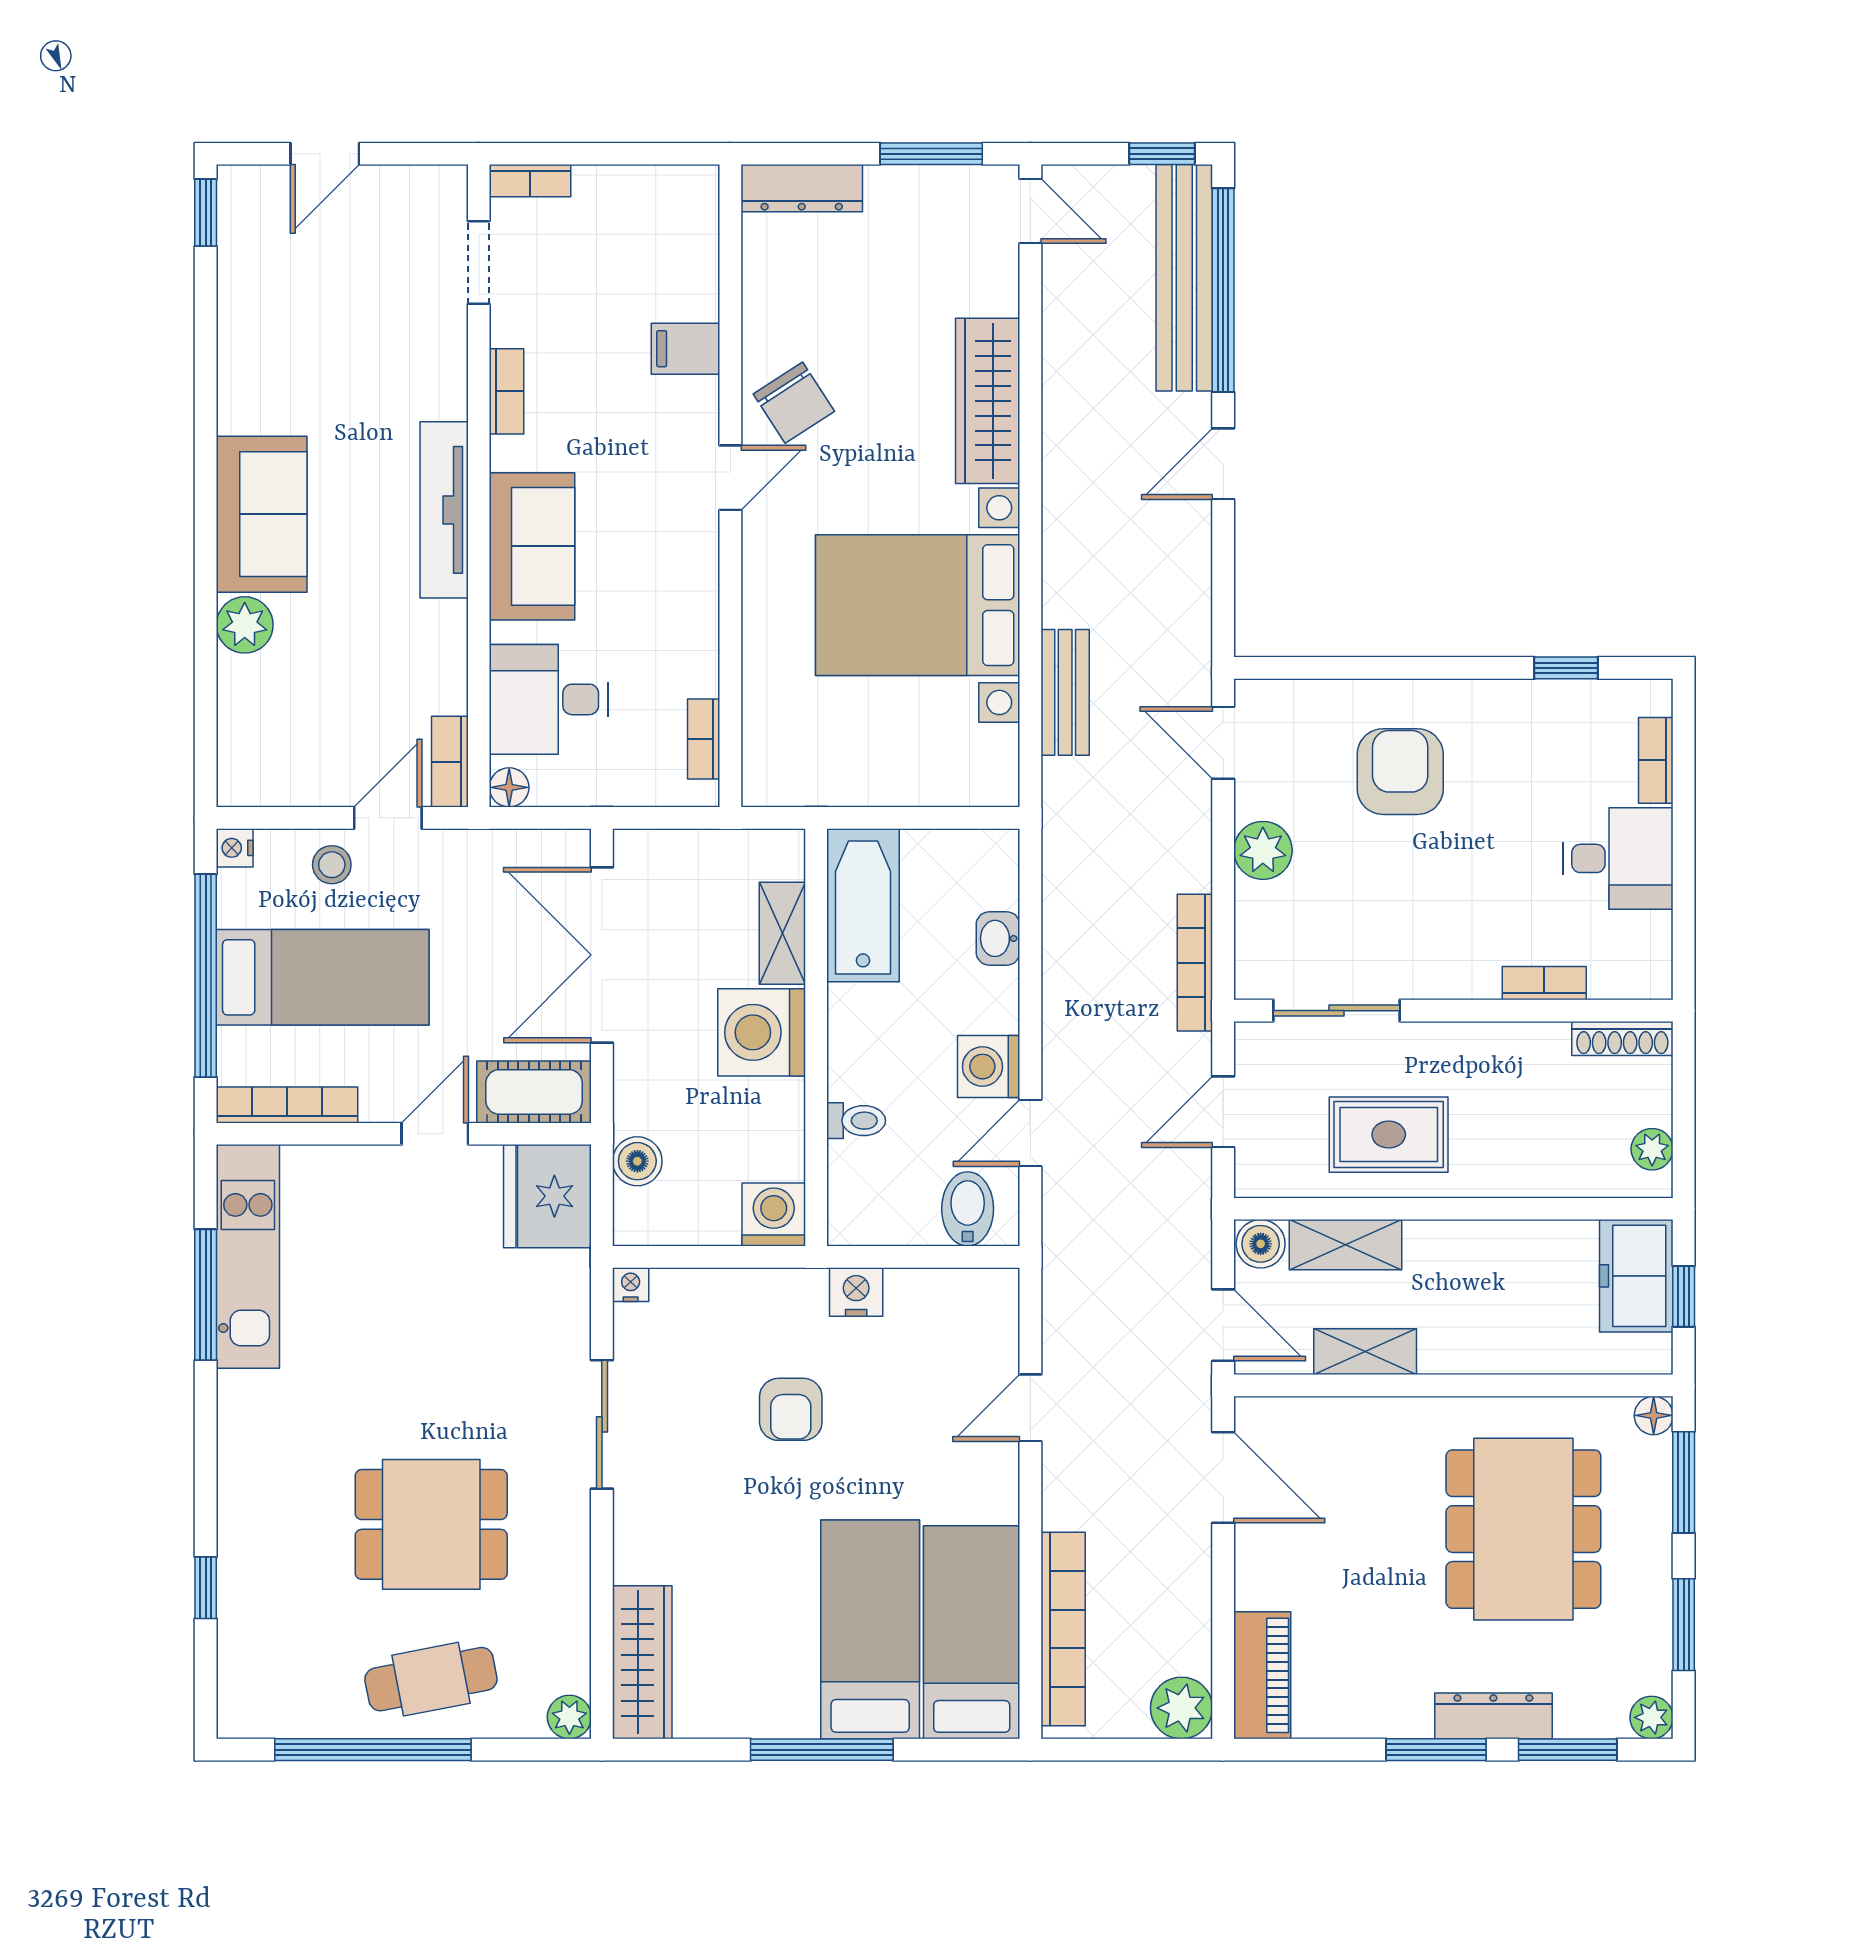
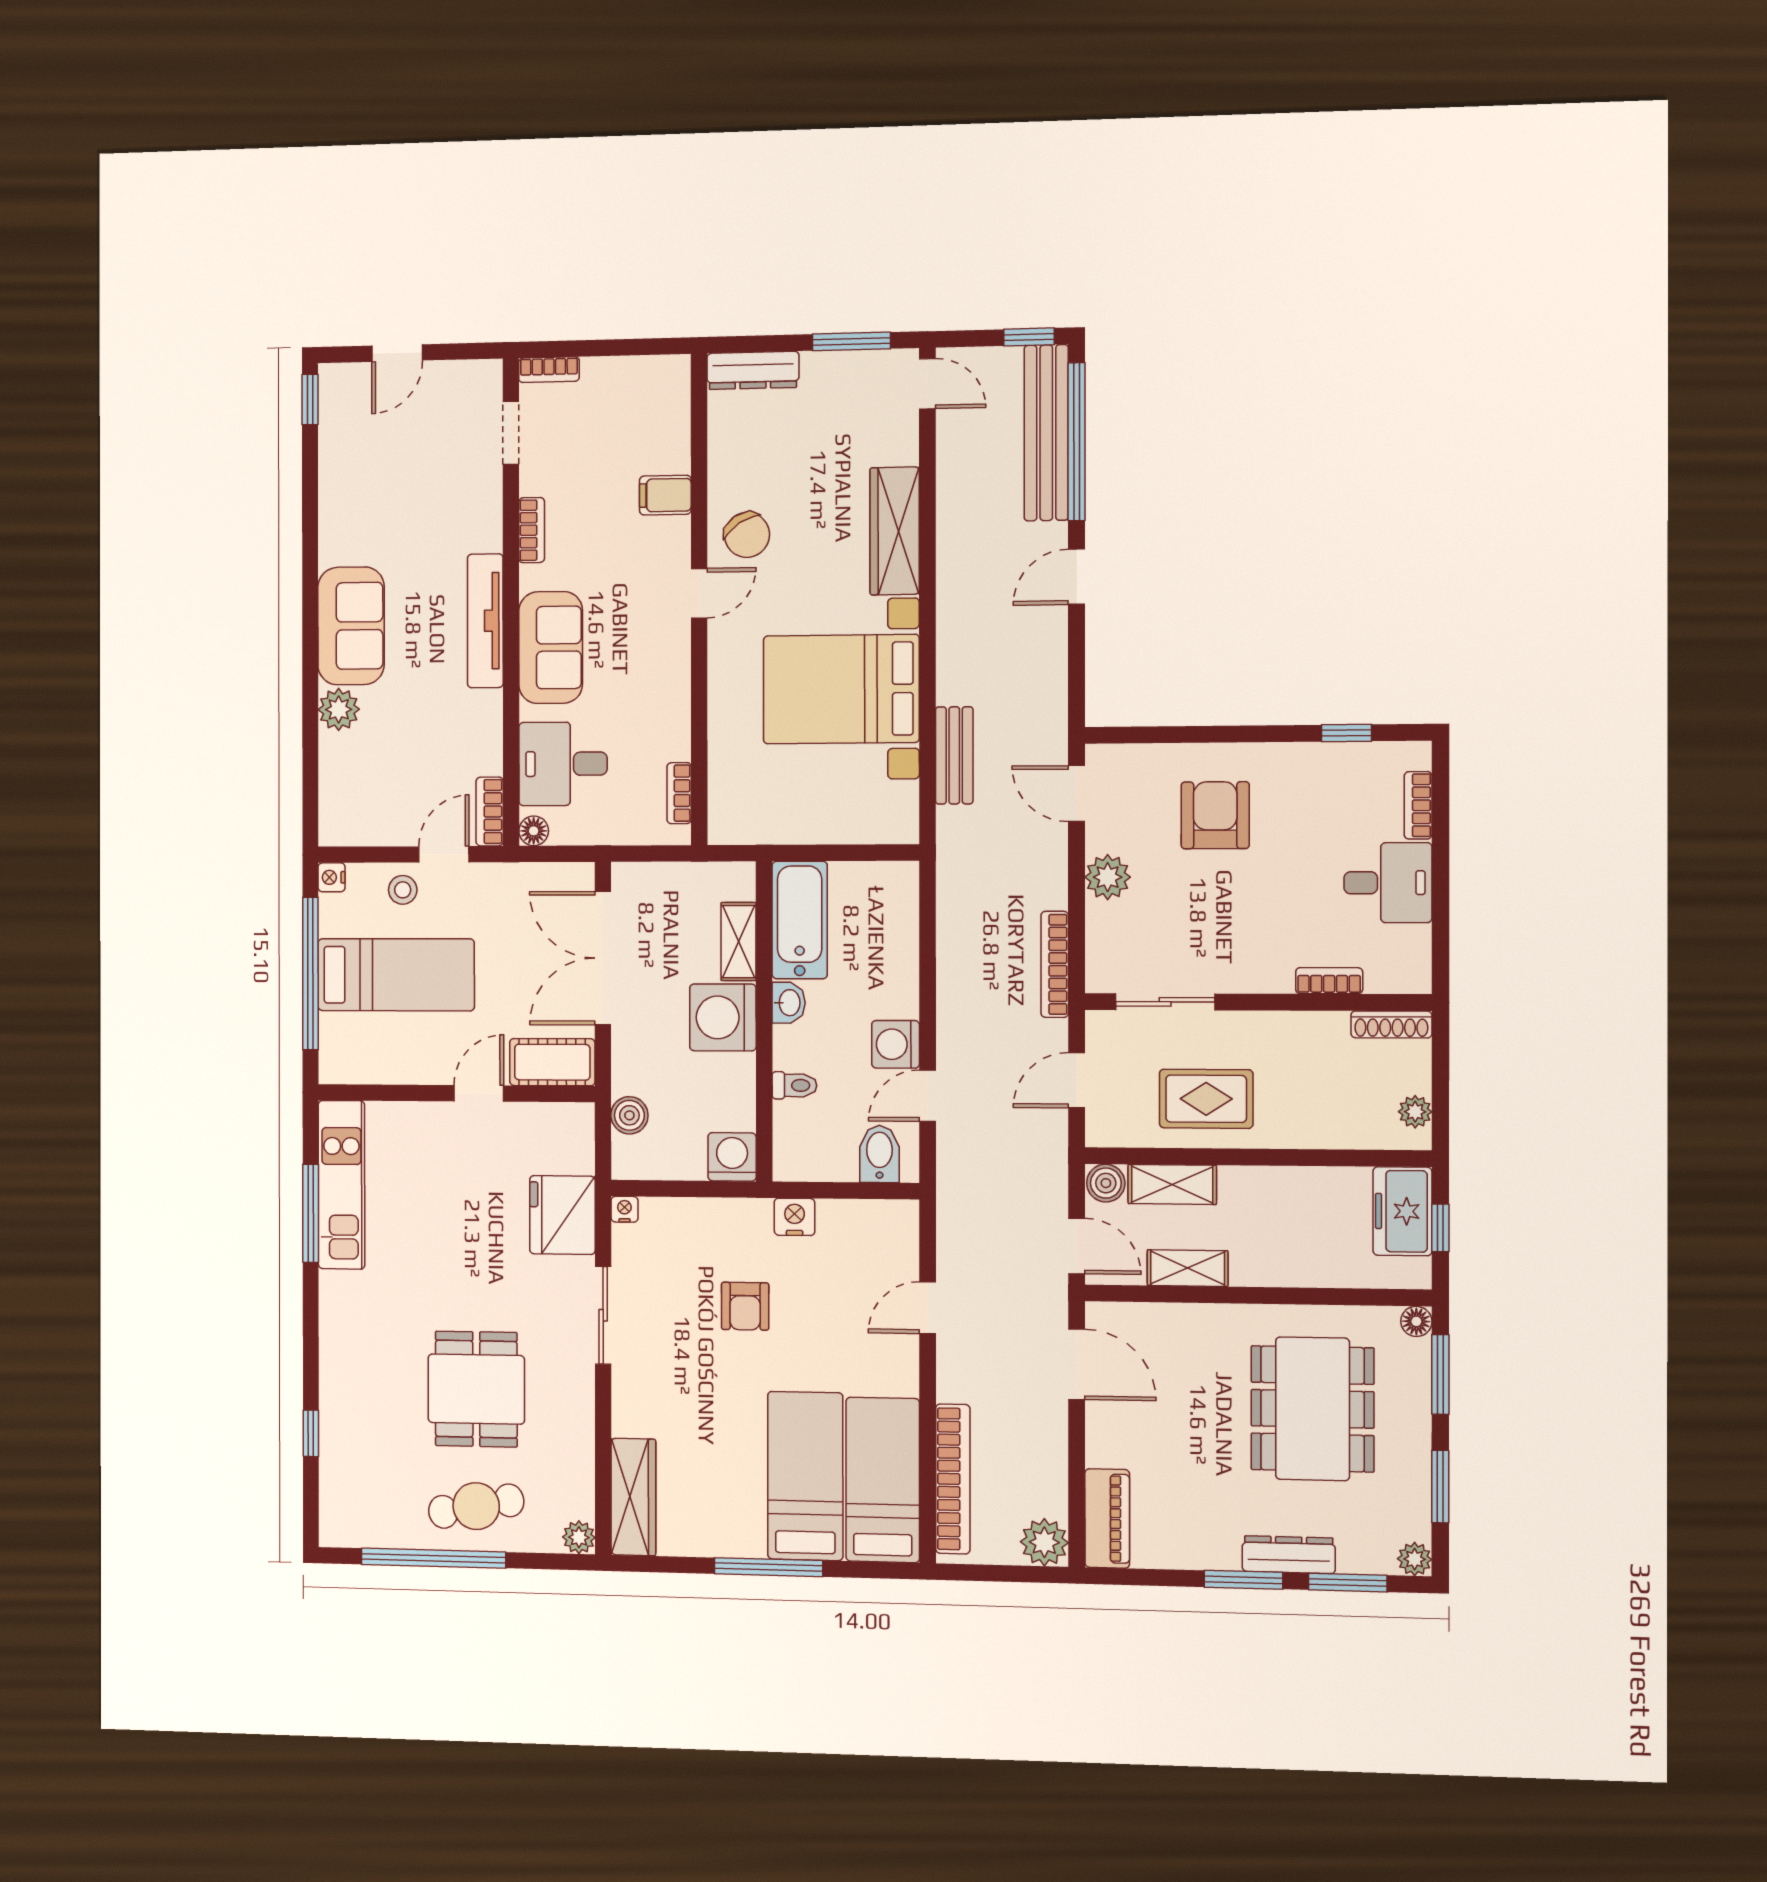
washbasin: (998, 938) -> (789, 1003), moved, turned 180
bookcase: (287, 1105) -> (370, 1071), removed
fridge: (547, 1196) -> (562, 1215), moved
dining table: (431, 1524) -> (476, 1389), turned 90

